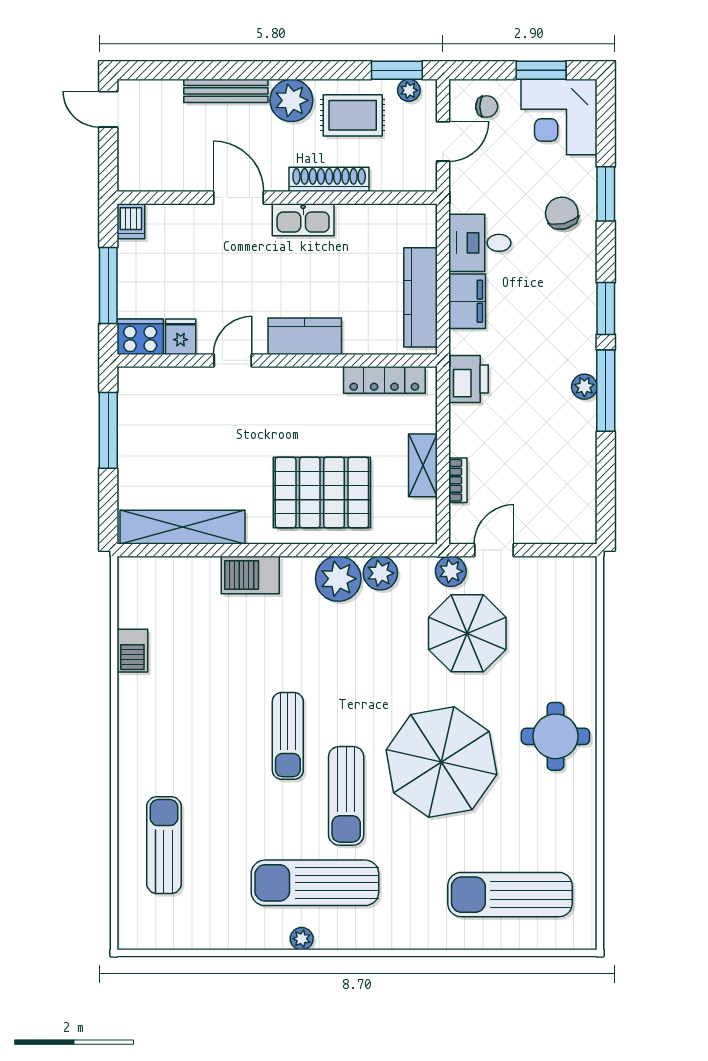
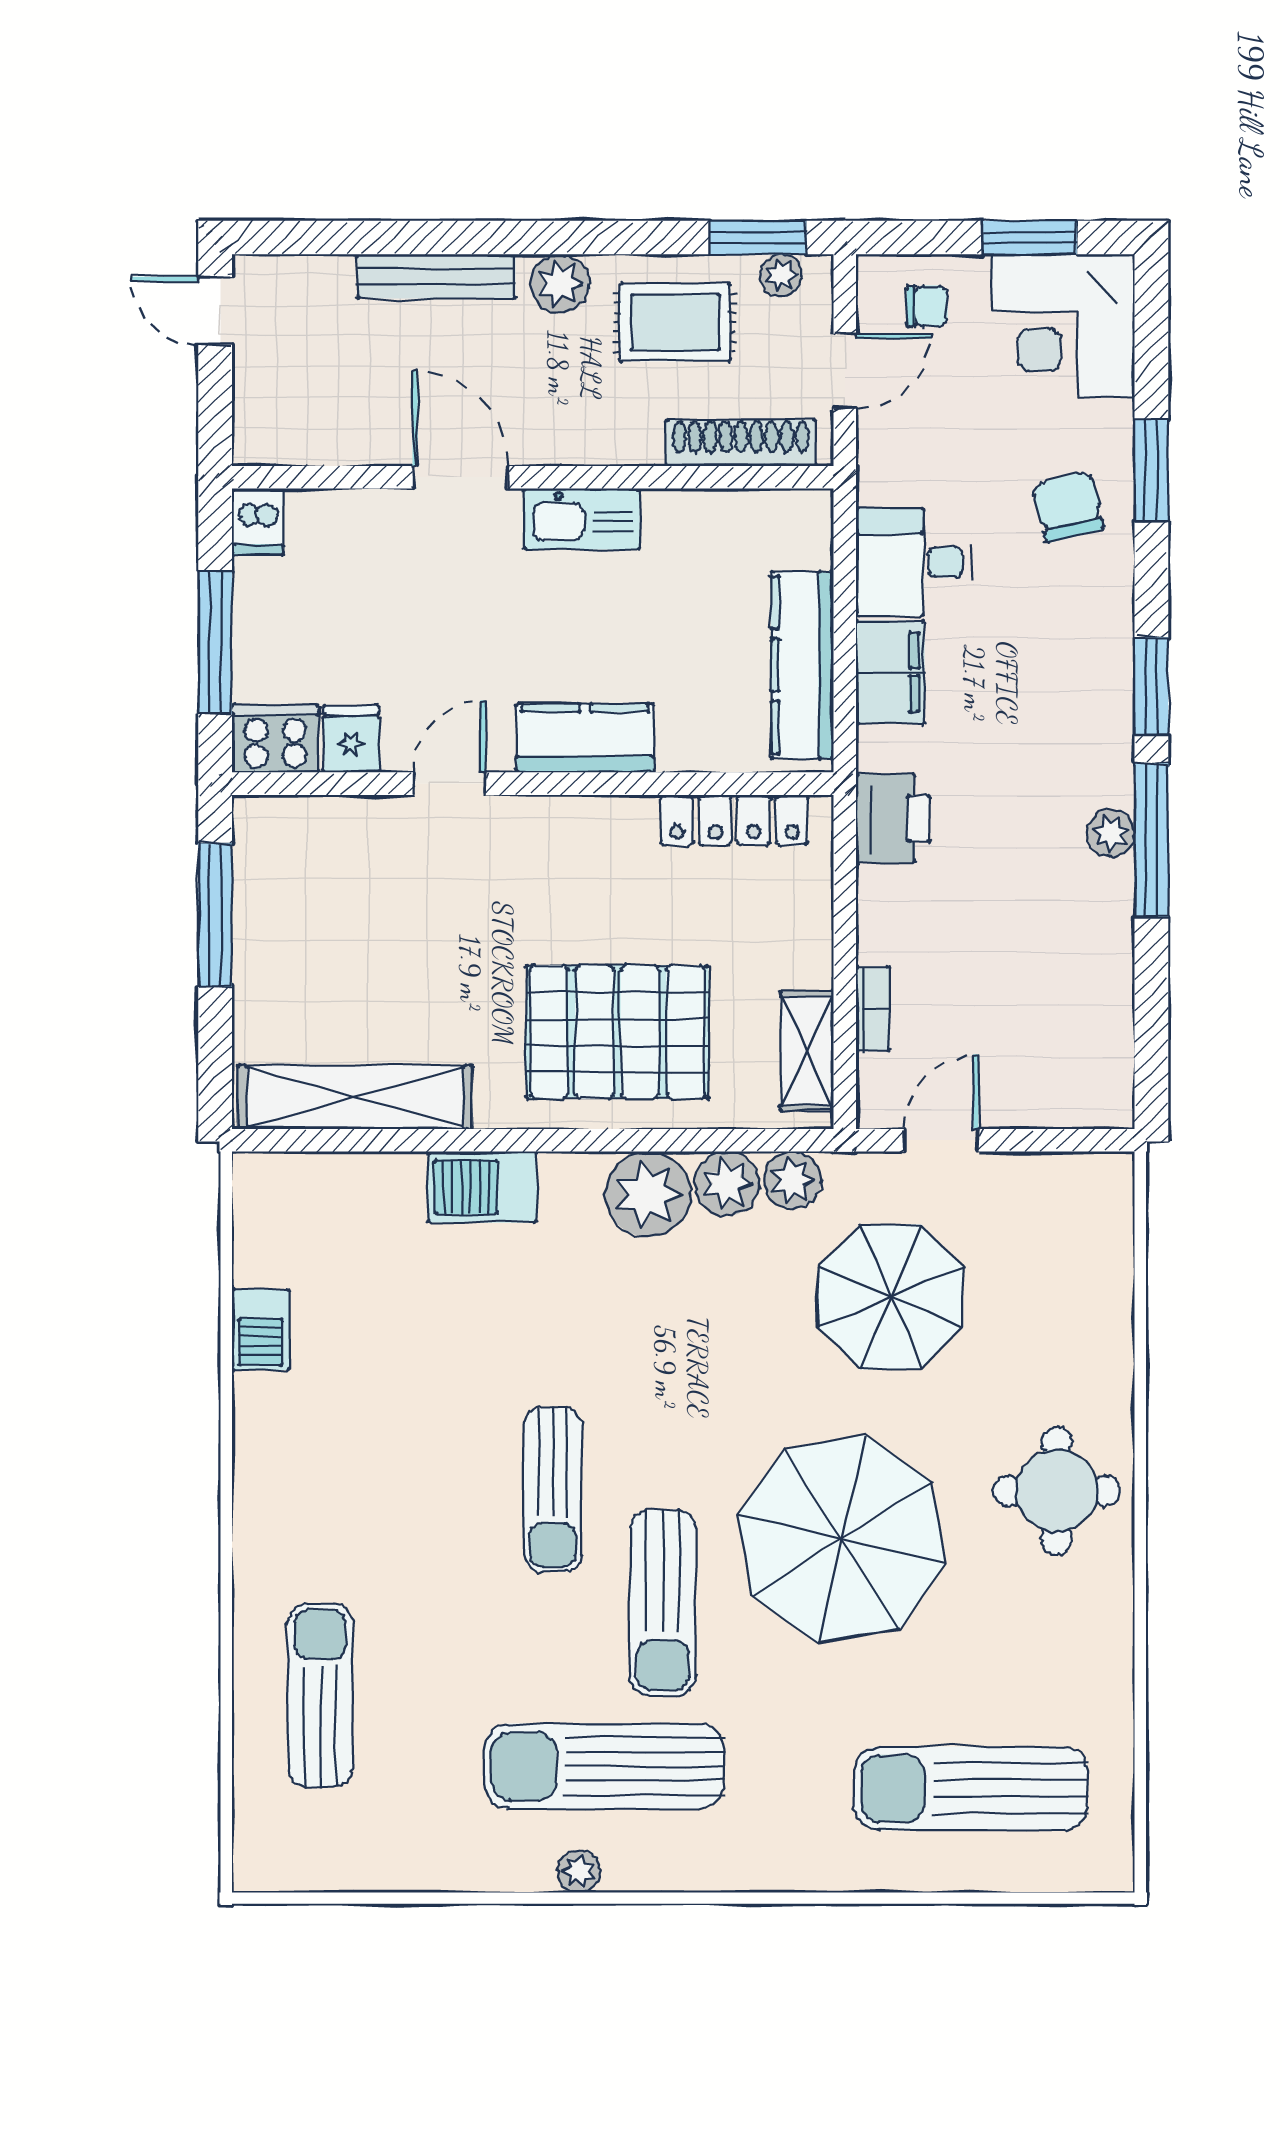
plant: (291, 100) -> (560, 284), width x0.73, depth x0.73
shoe rack: (329, 179) -> (741, 443), moved
shelving: (423, 465) -> (807, 1051), moved
plant: (451, 571) -> (792, 1180), moved

